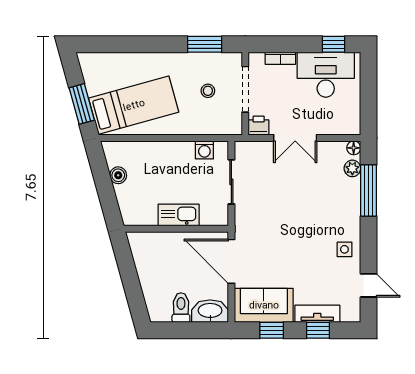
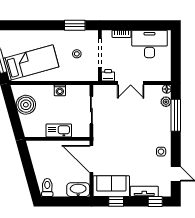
window: (334, 44) -> (154, 25), removed
washing machine: (204, 150) -> (60, 90), moved
boiler: (118, 175) -> (26, 105), width x1.86, depth x1.86
toilet: (181, 308) -> (47, 187), moved
window: (318, 330) -> (155, 201), moved

